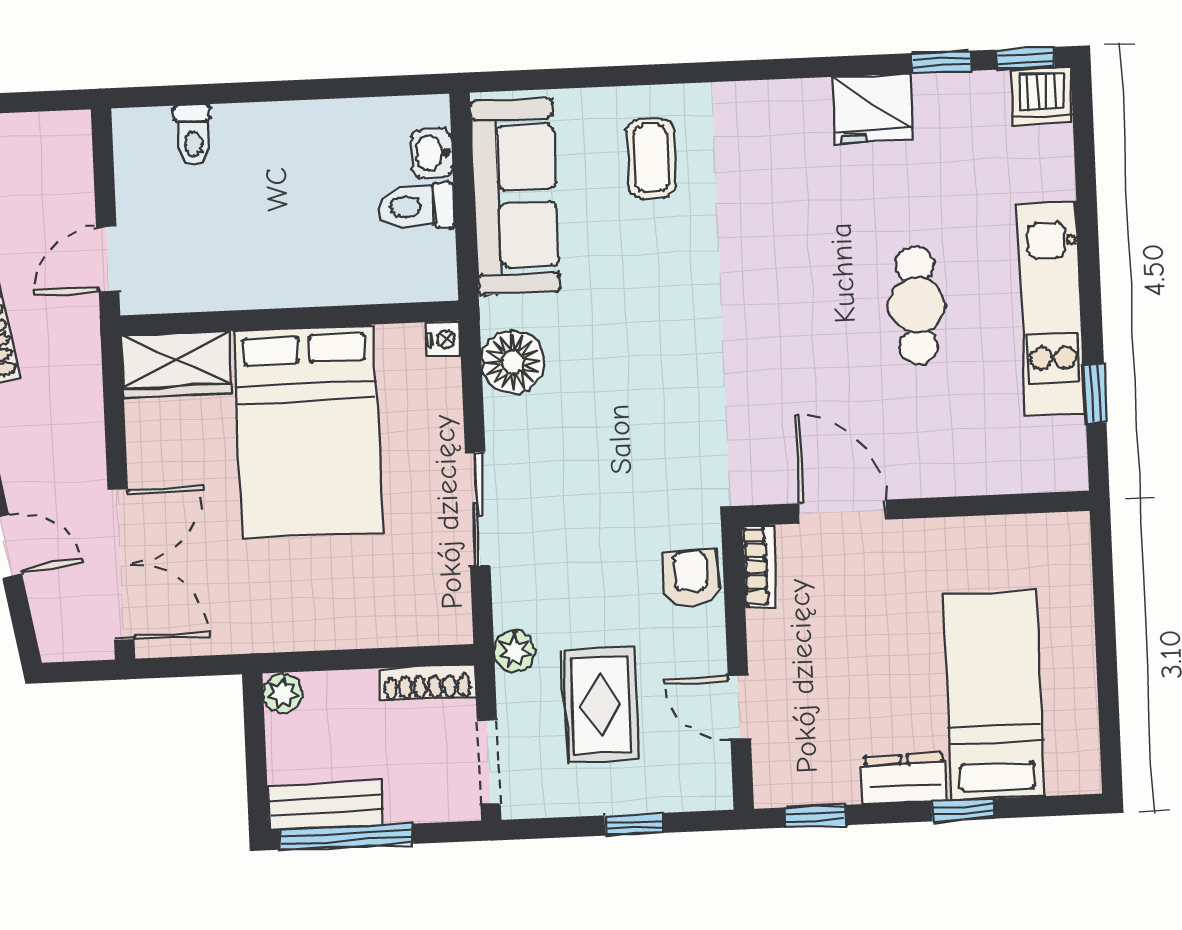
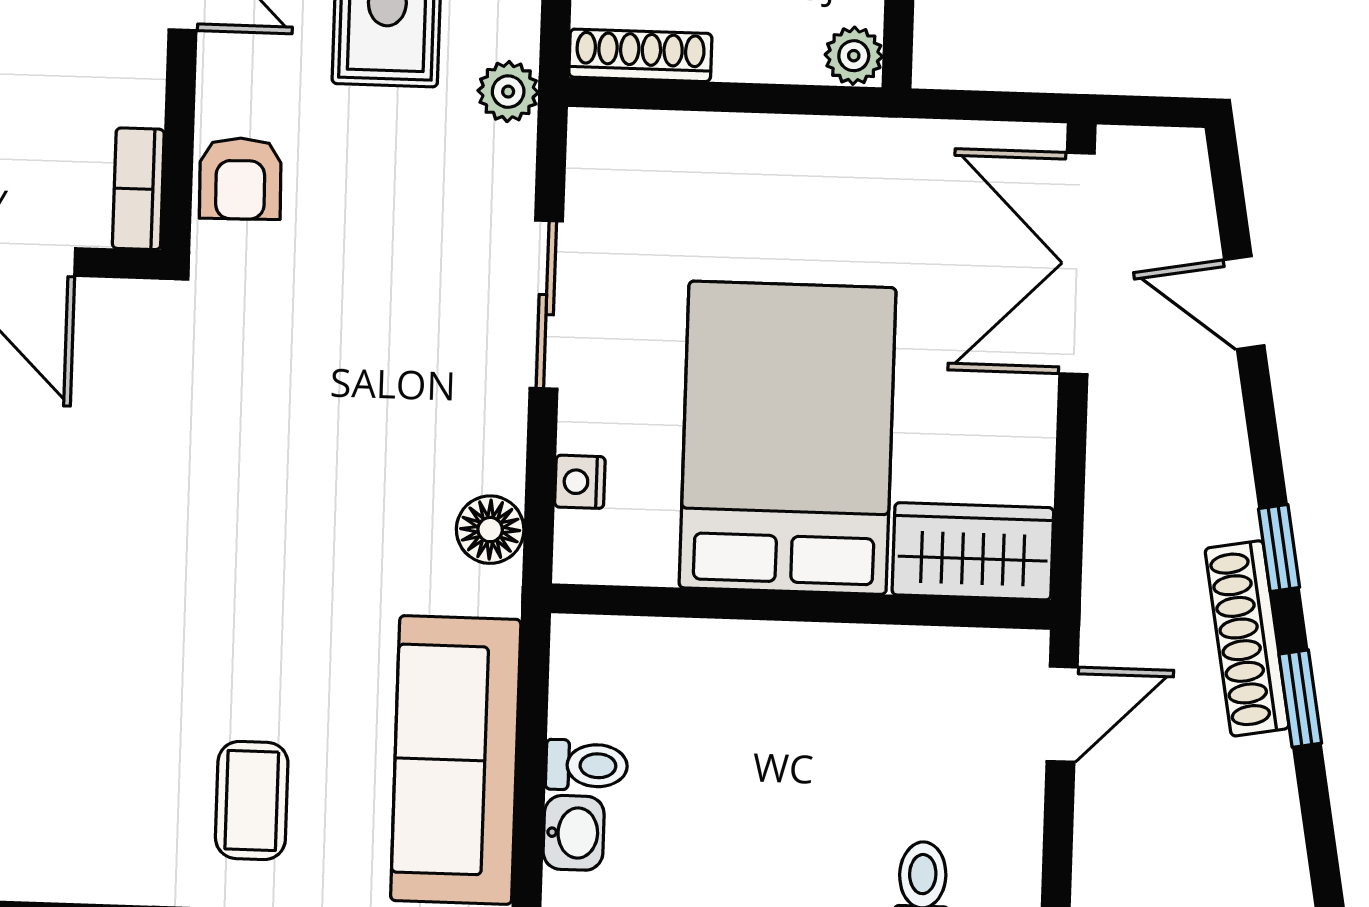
toilet: (416, 206) -> (587, 765), width x0.73, depth x0.72
nightstand: (444, 339) -> (580, 482), moved
floor lamp: (513, 362) -> (490, 530), width x0.73, depth x0.73

